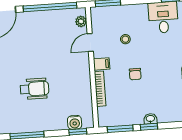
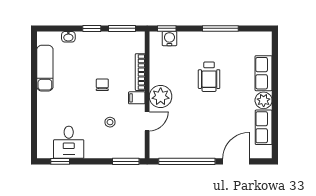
plant: (81, 21) -> (161, 96), moved, width x1.87, depth x1.87
wheelchair: (34, 89) -> (209, 77), turned -90
washbasin: (150, 119) -> (68, 37), moved

